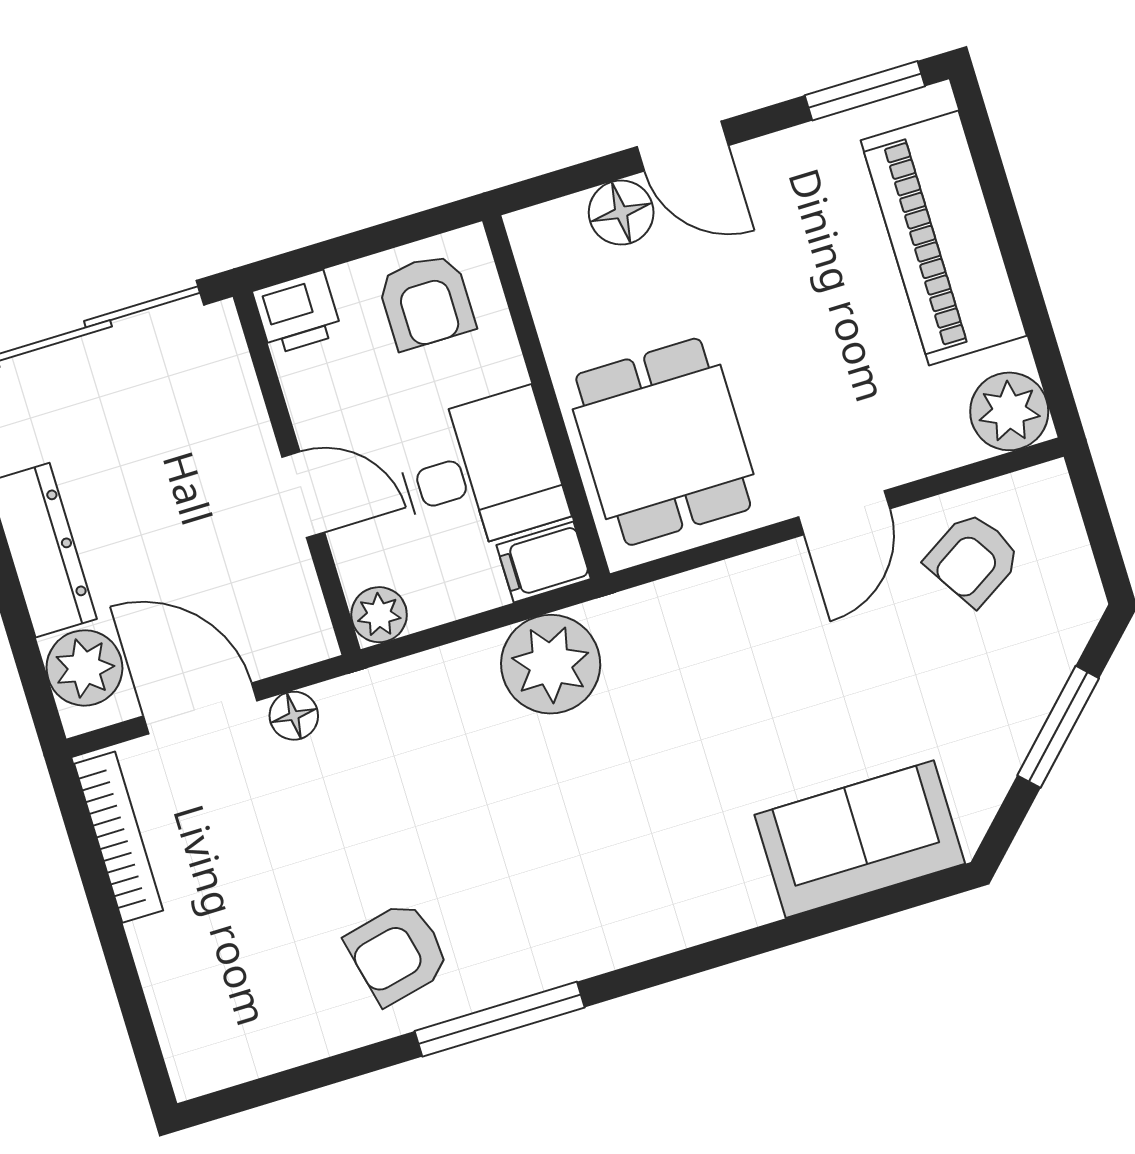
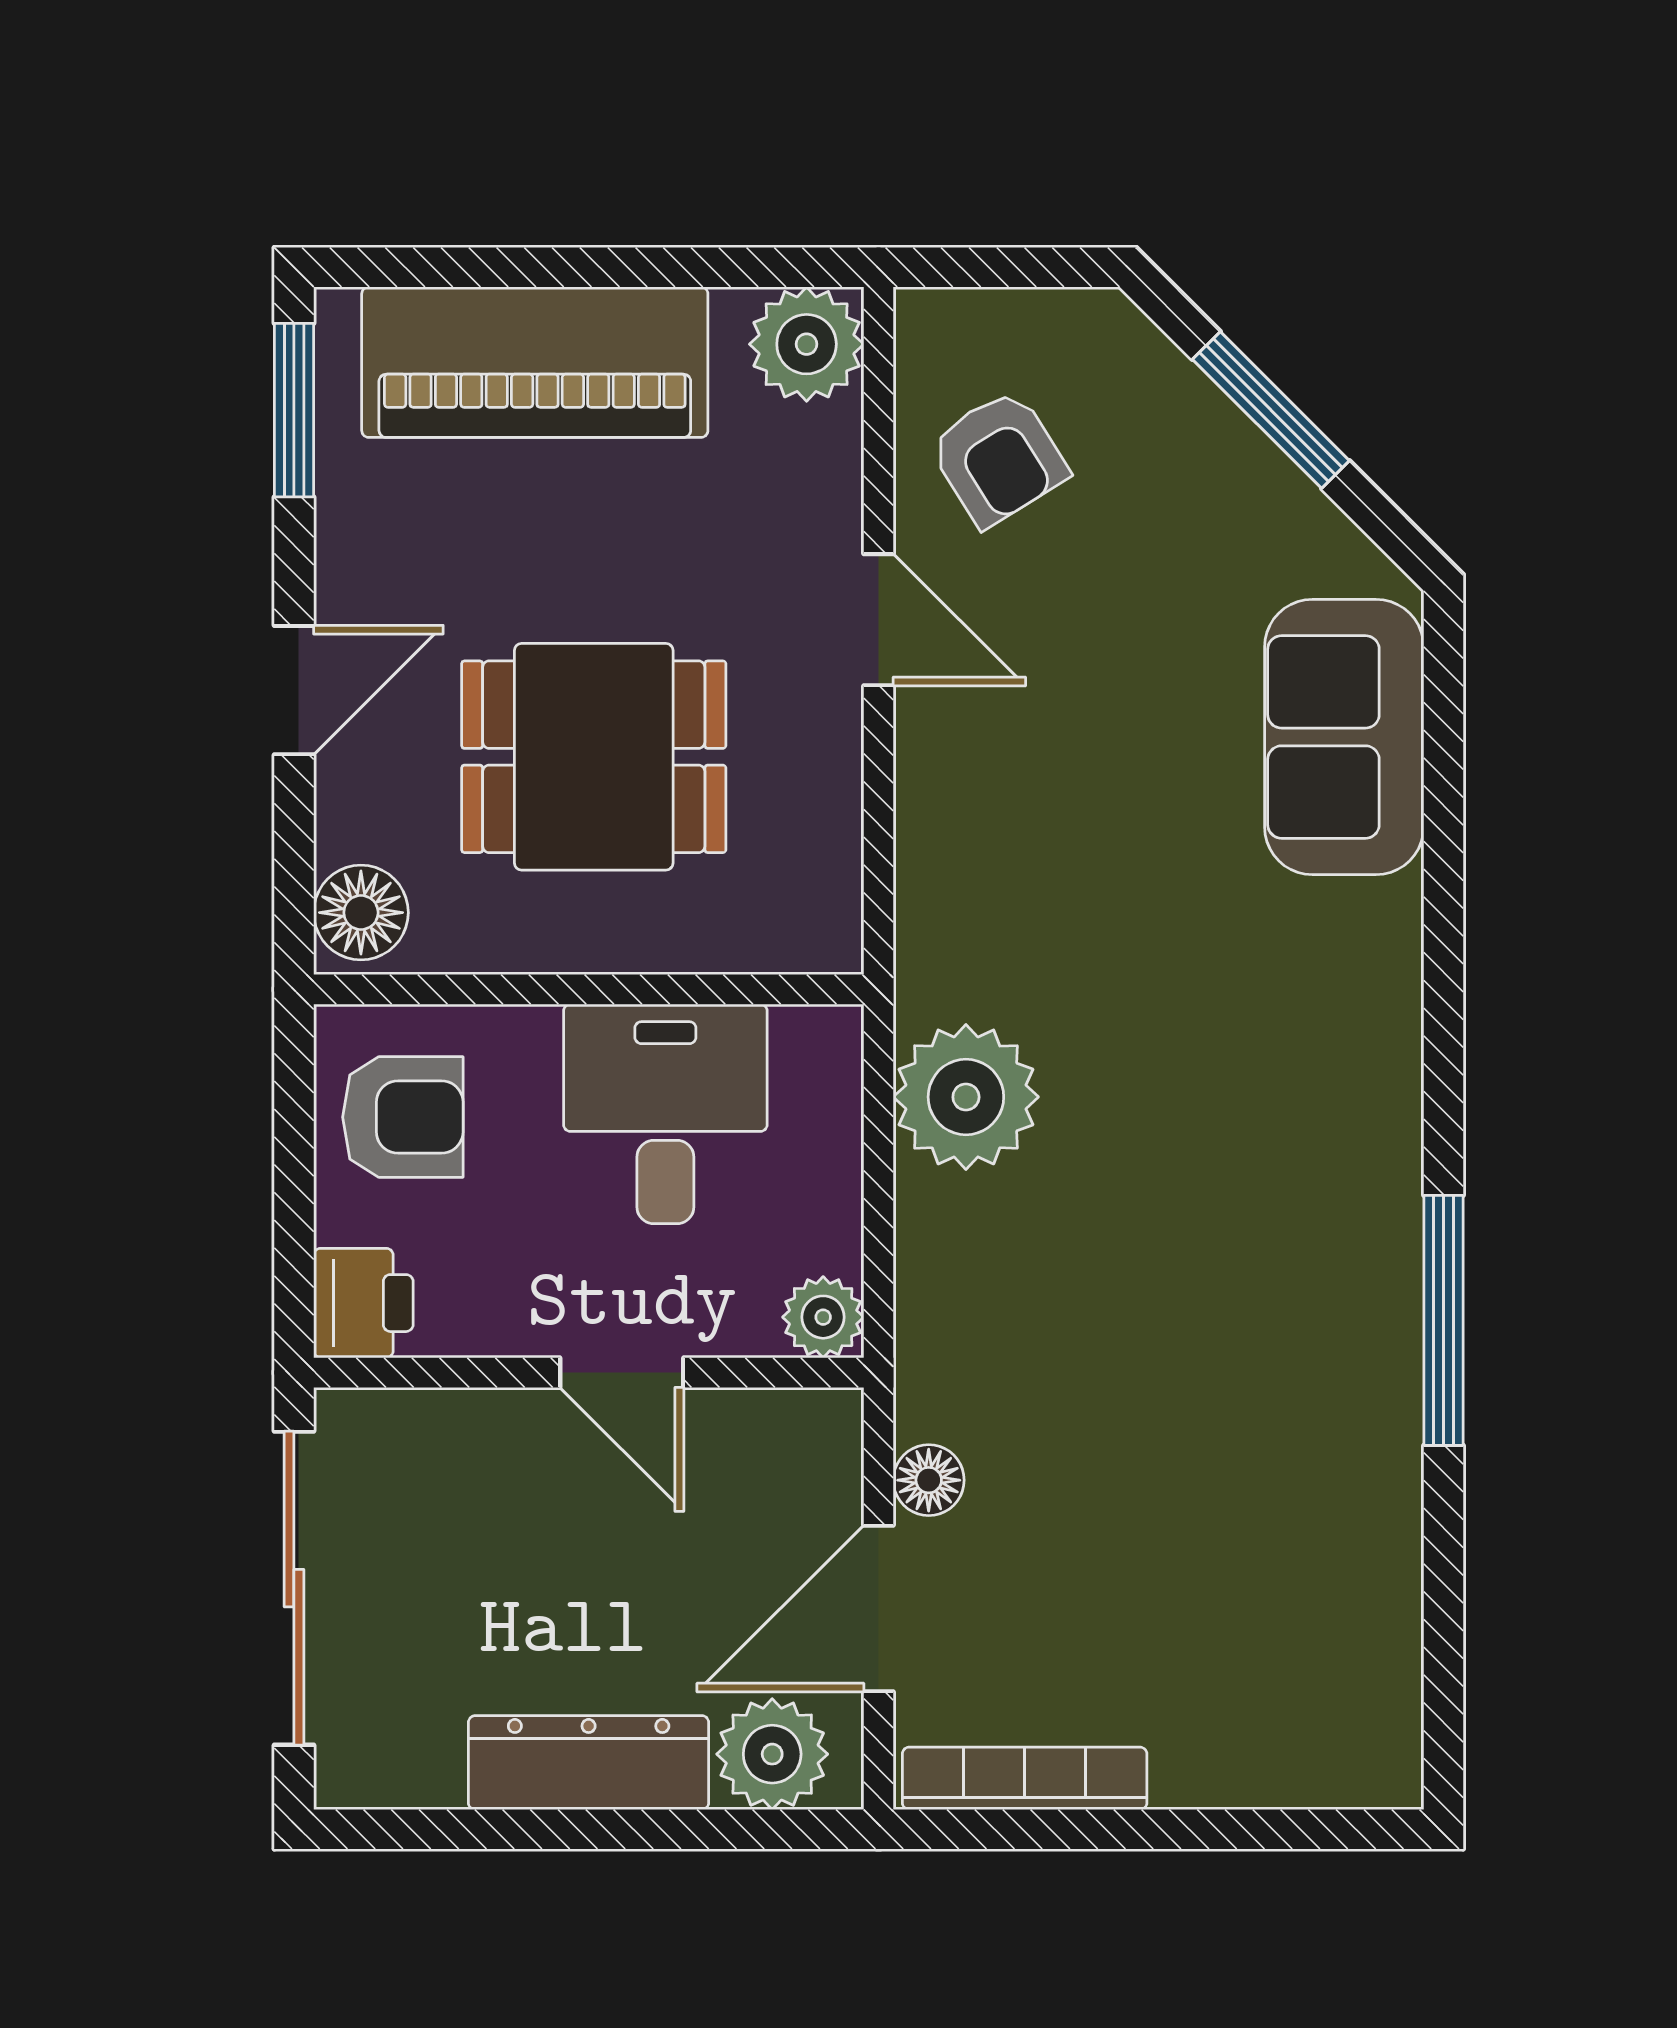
floor lamp: (621, 212) -> (361, 913), moved
dining table: (663, 442) -> (594, 757), moved
door: (303, 495) -> (622, 1373), swing flipped
filing cabinet: (544, 562) -> (819, 1063), removed
armchair: (398, 953) -> (1307, 1435), removed

